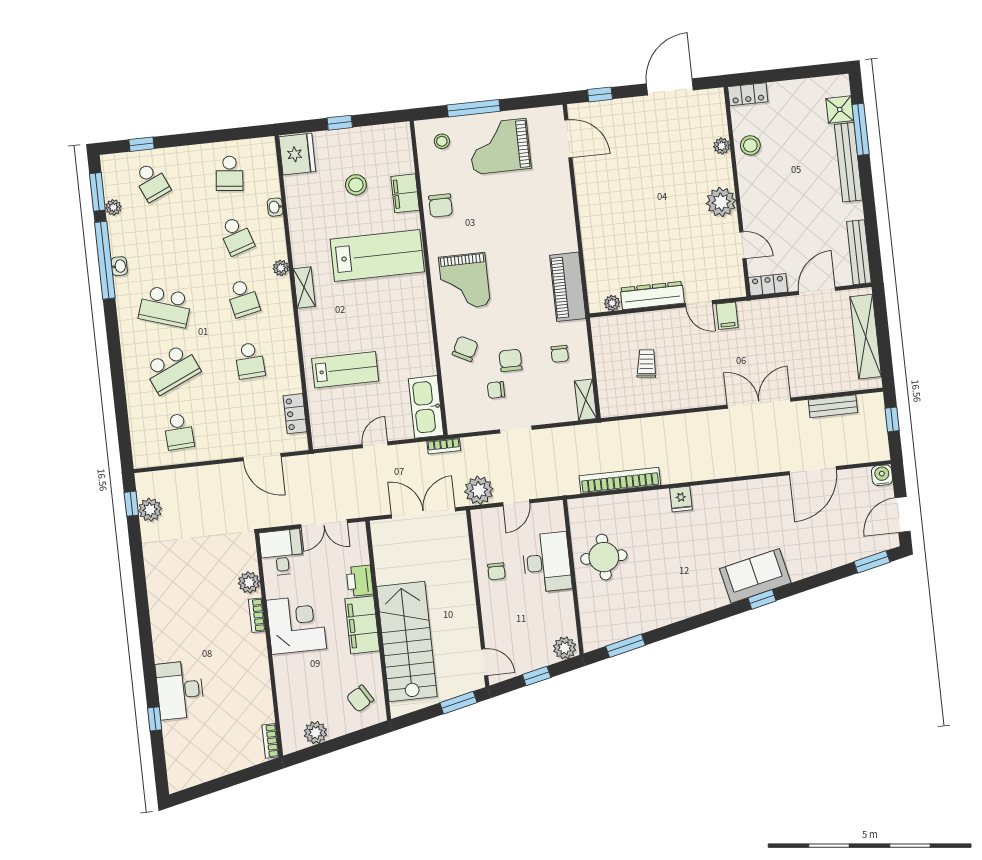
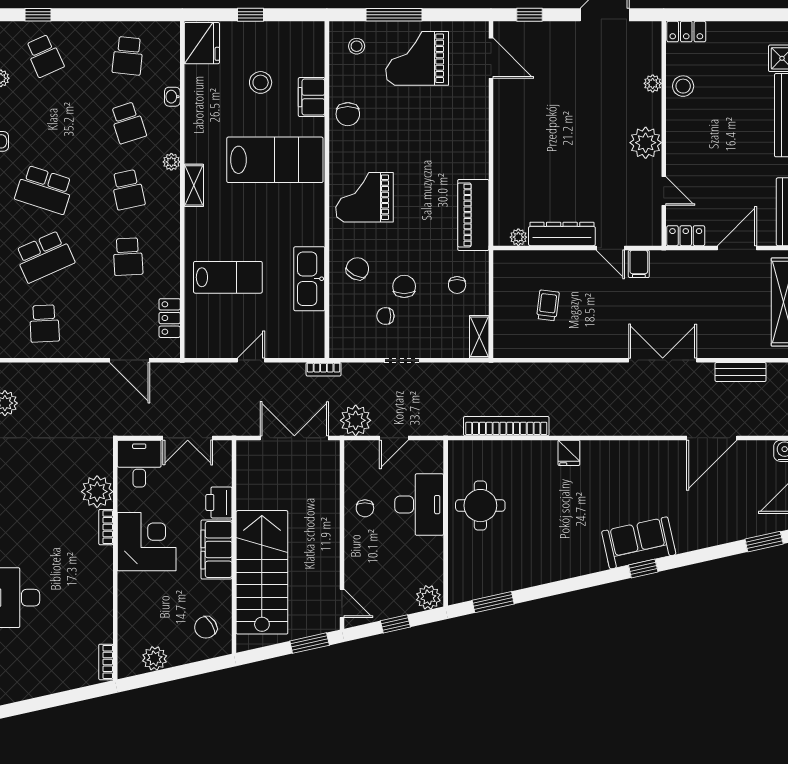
grand piano: (464, 281) -> (364, 197), turned 90
kitchen sink: (426, 407) -> (309, 279), moved
plant: (249, 582) -> (97, 492), width x1.36, depth x1.36

